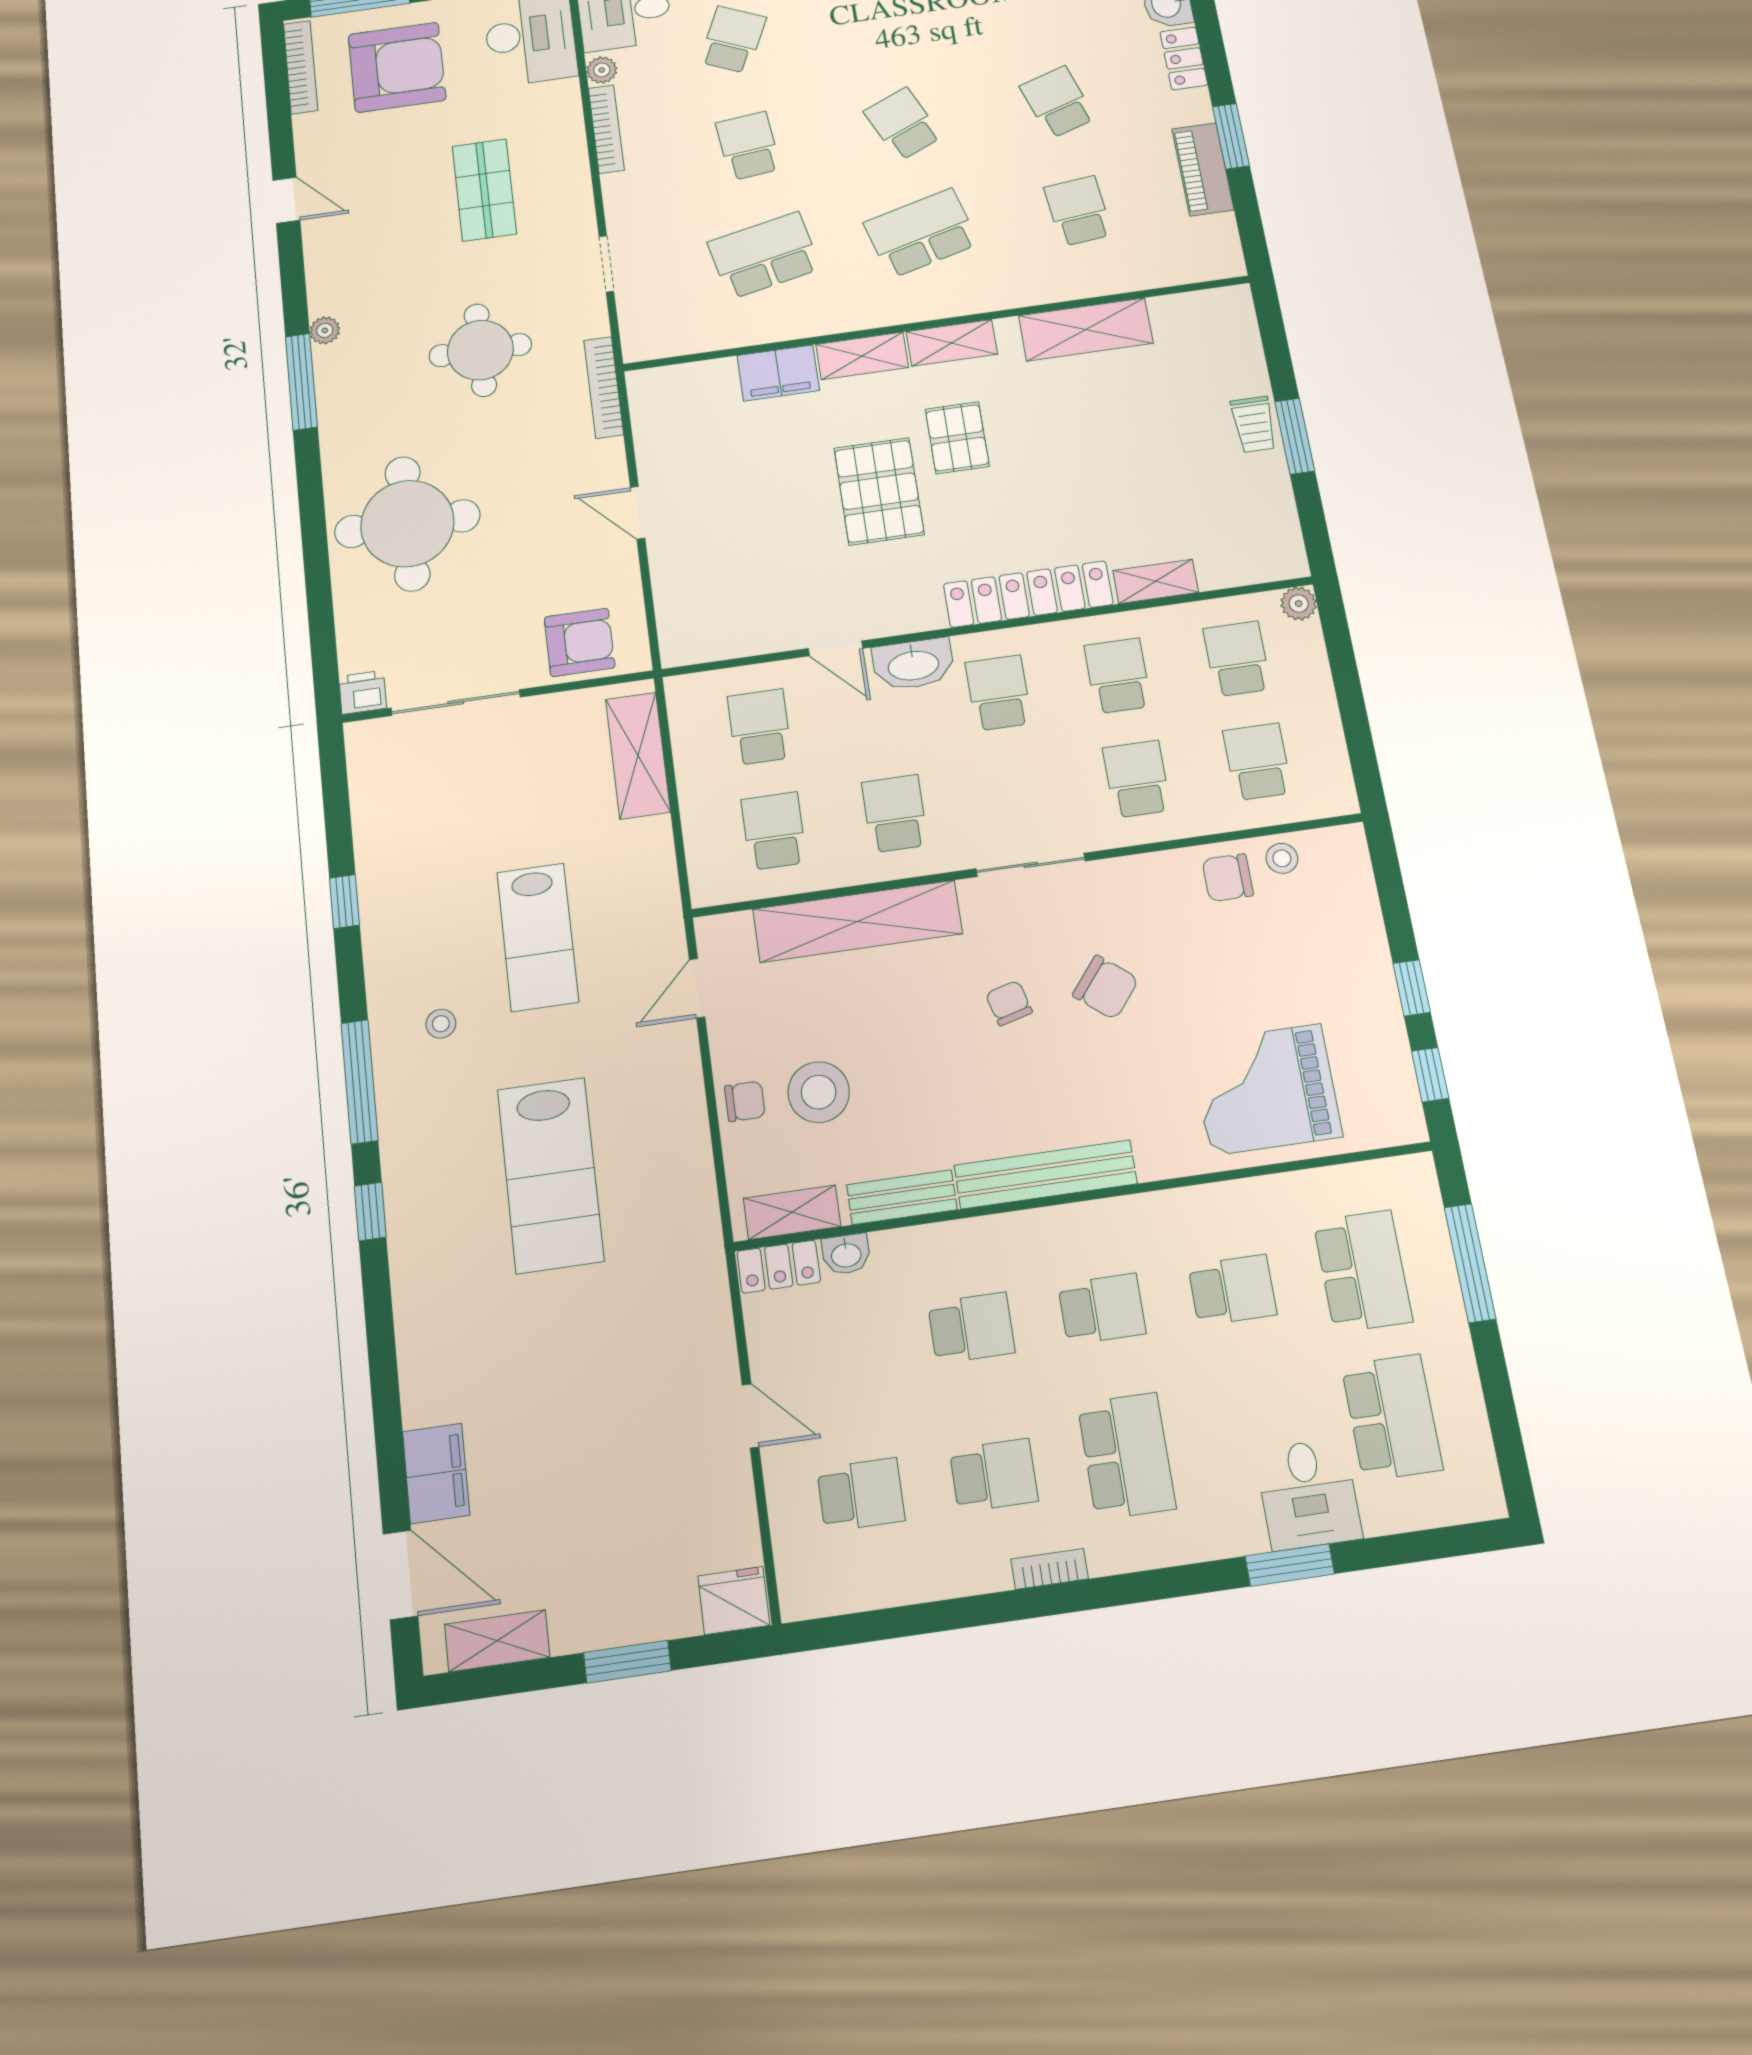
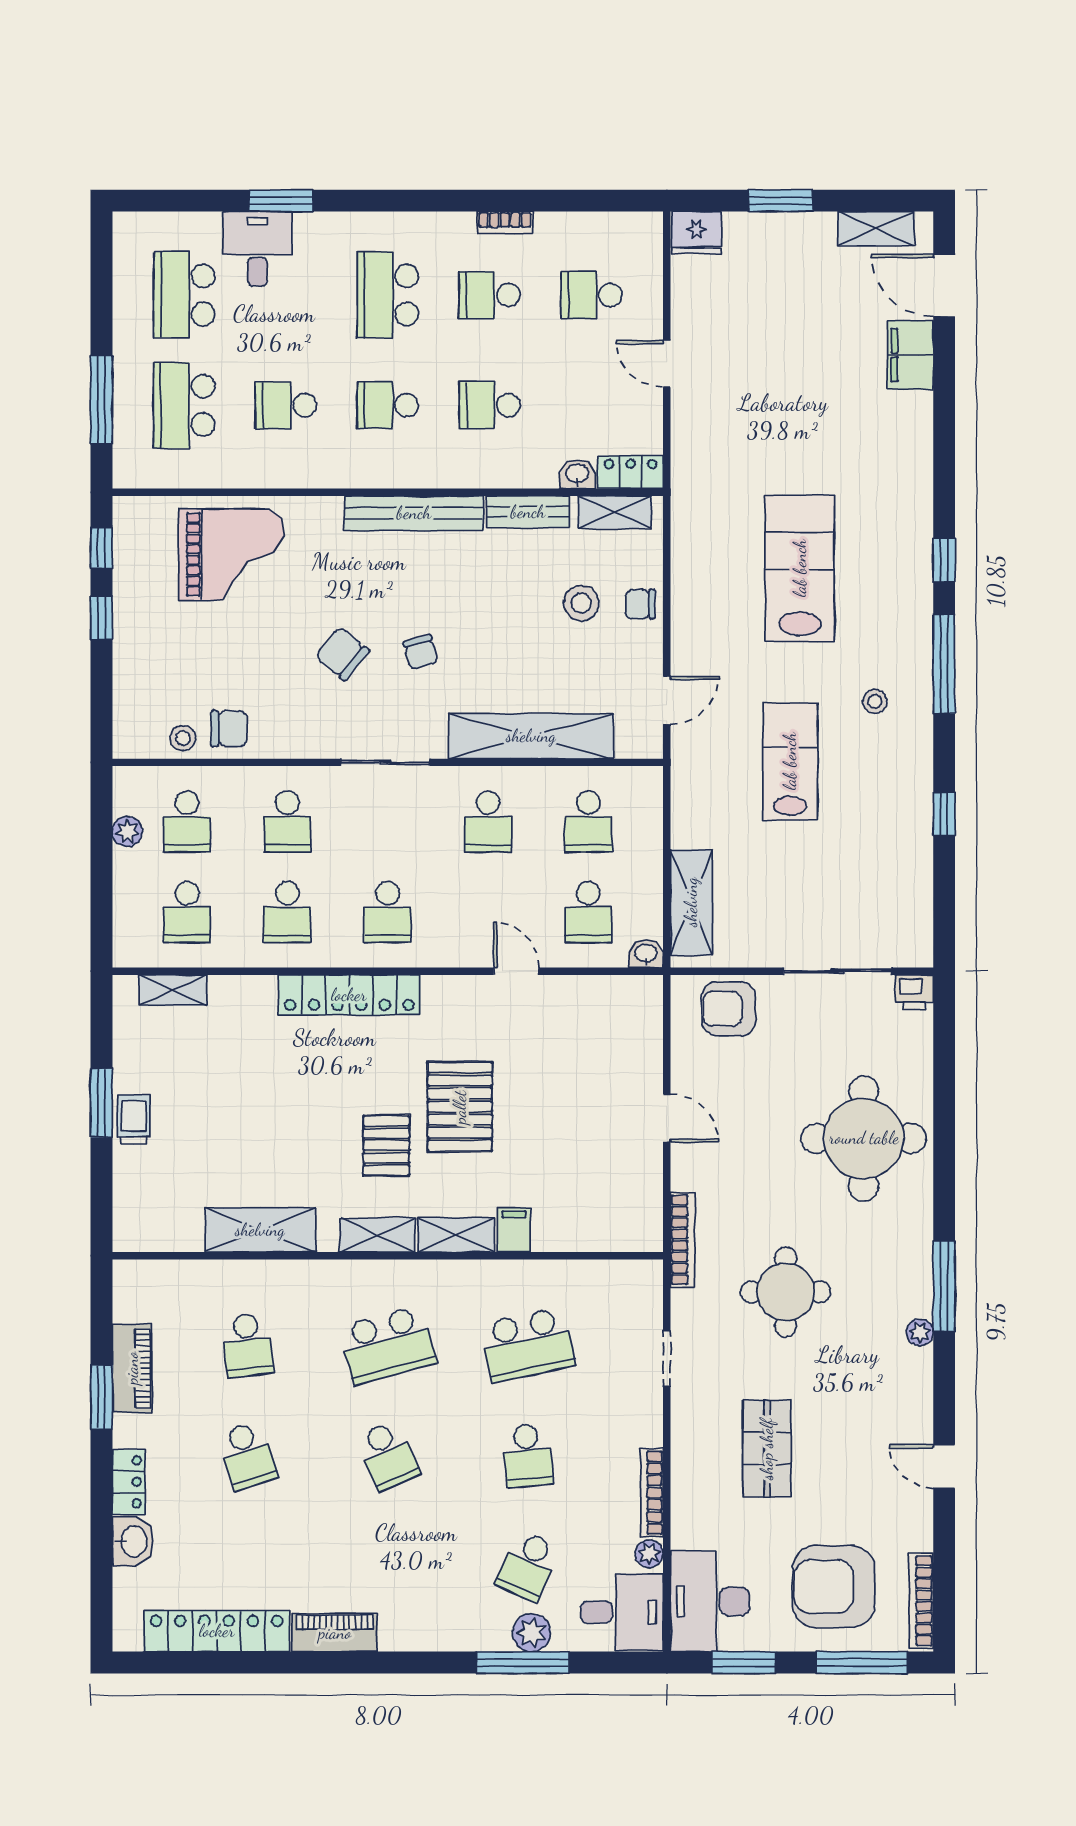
filing cabinet: (778, 373) -> (514, 1230), width x0.50
shelving: (1156, 581) -> (173, 990), moved
plant: (1299, 604) -> (127, 832), moved
washbasin: (913, 664) -> (646, 954), moved, width x0.52, depth x0.69
stool: (819, 1092) -> (581, 603), width x0.73, depth x0.73
bookcase: (1050, 1569) -> (505, 222), moved

